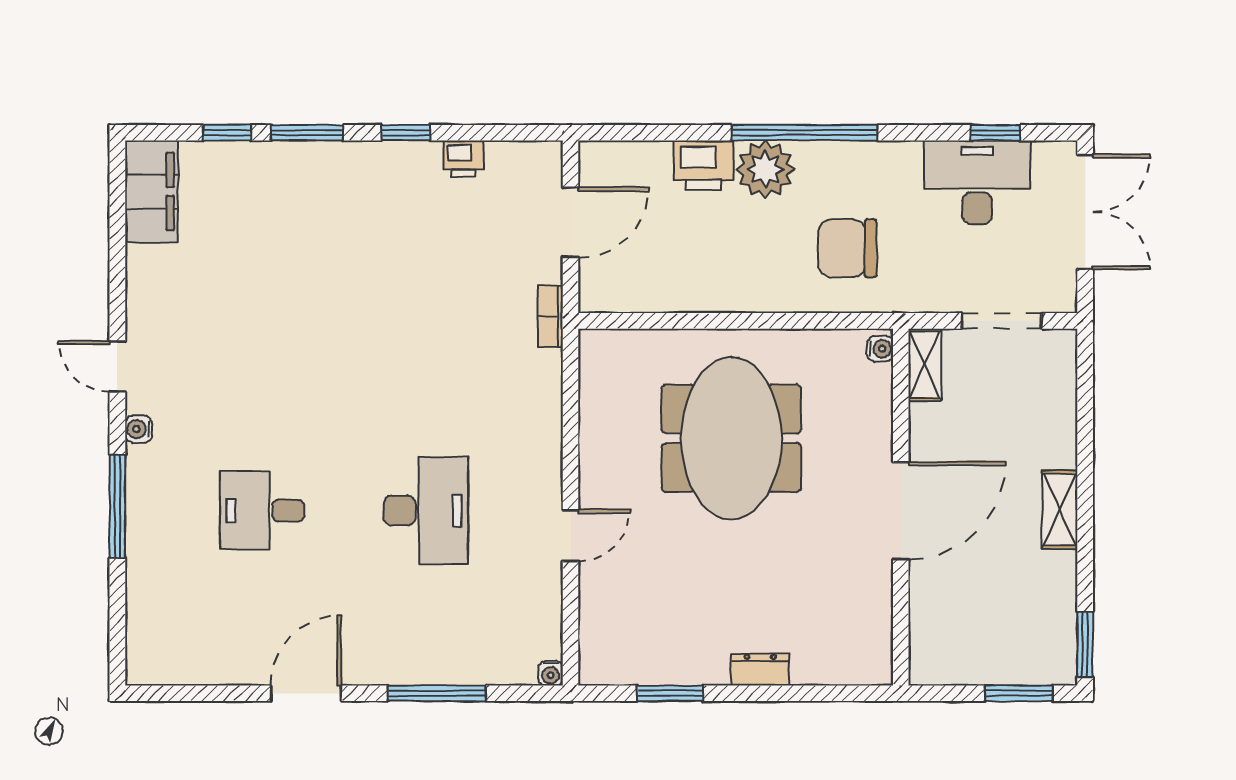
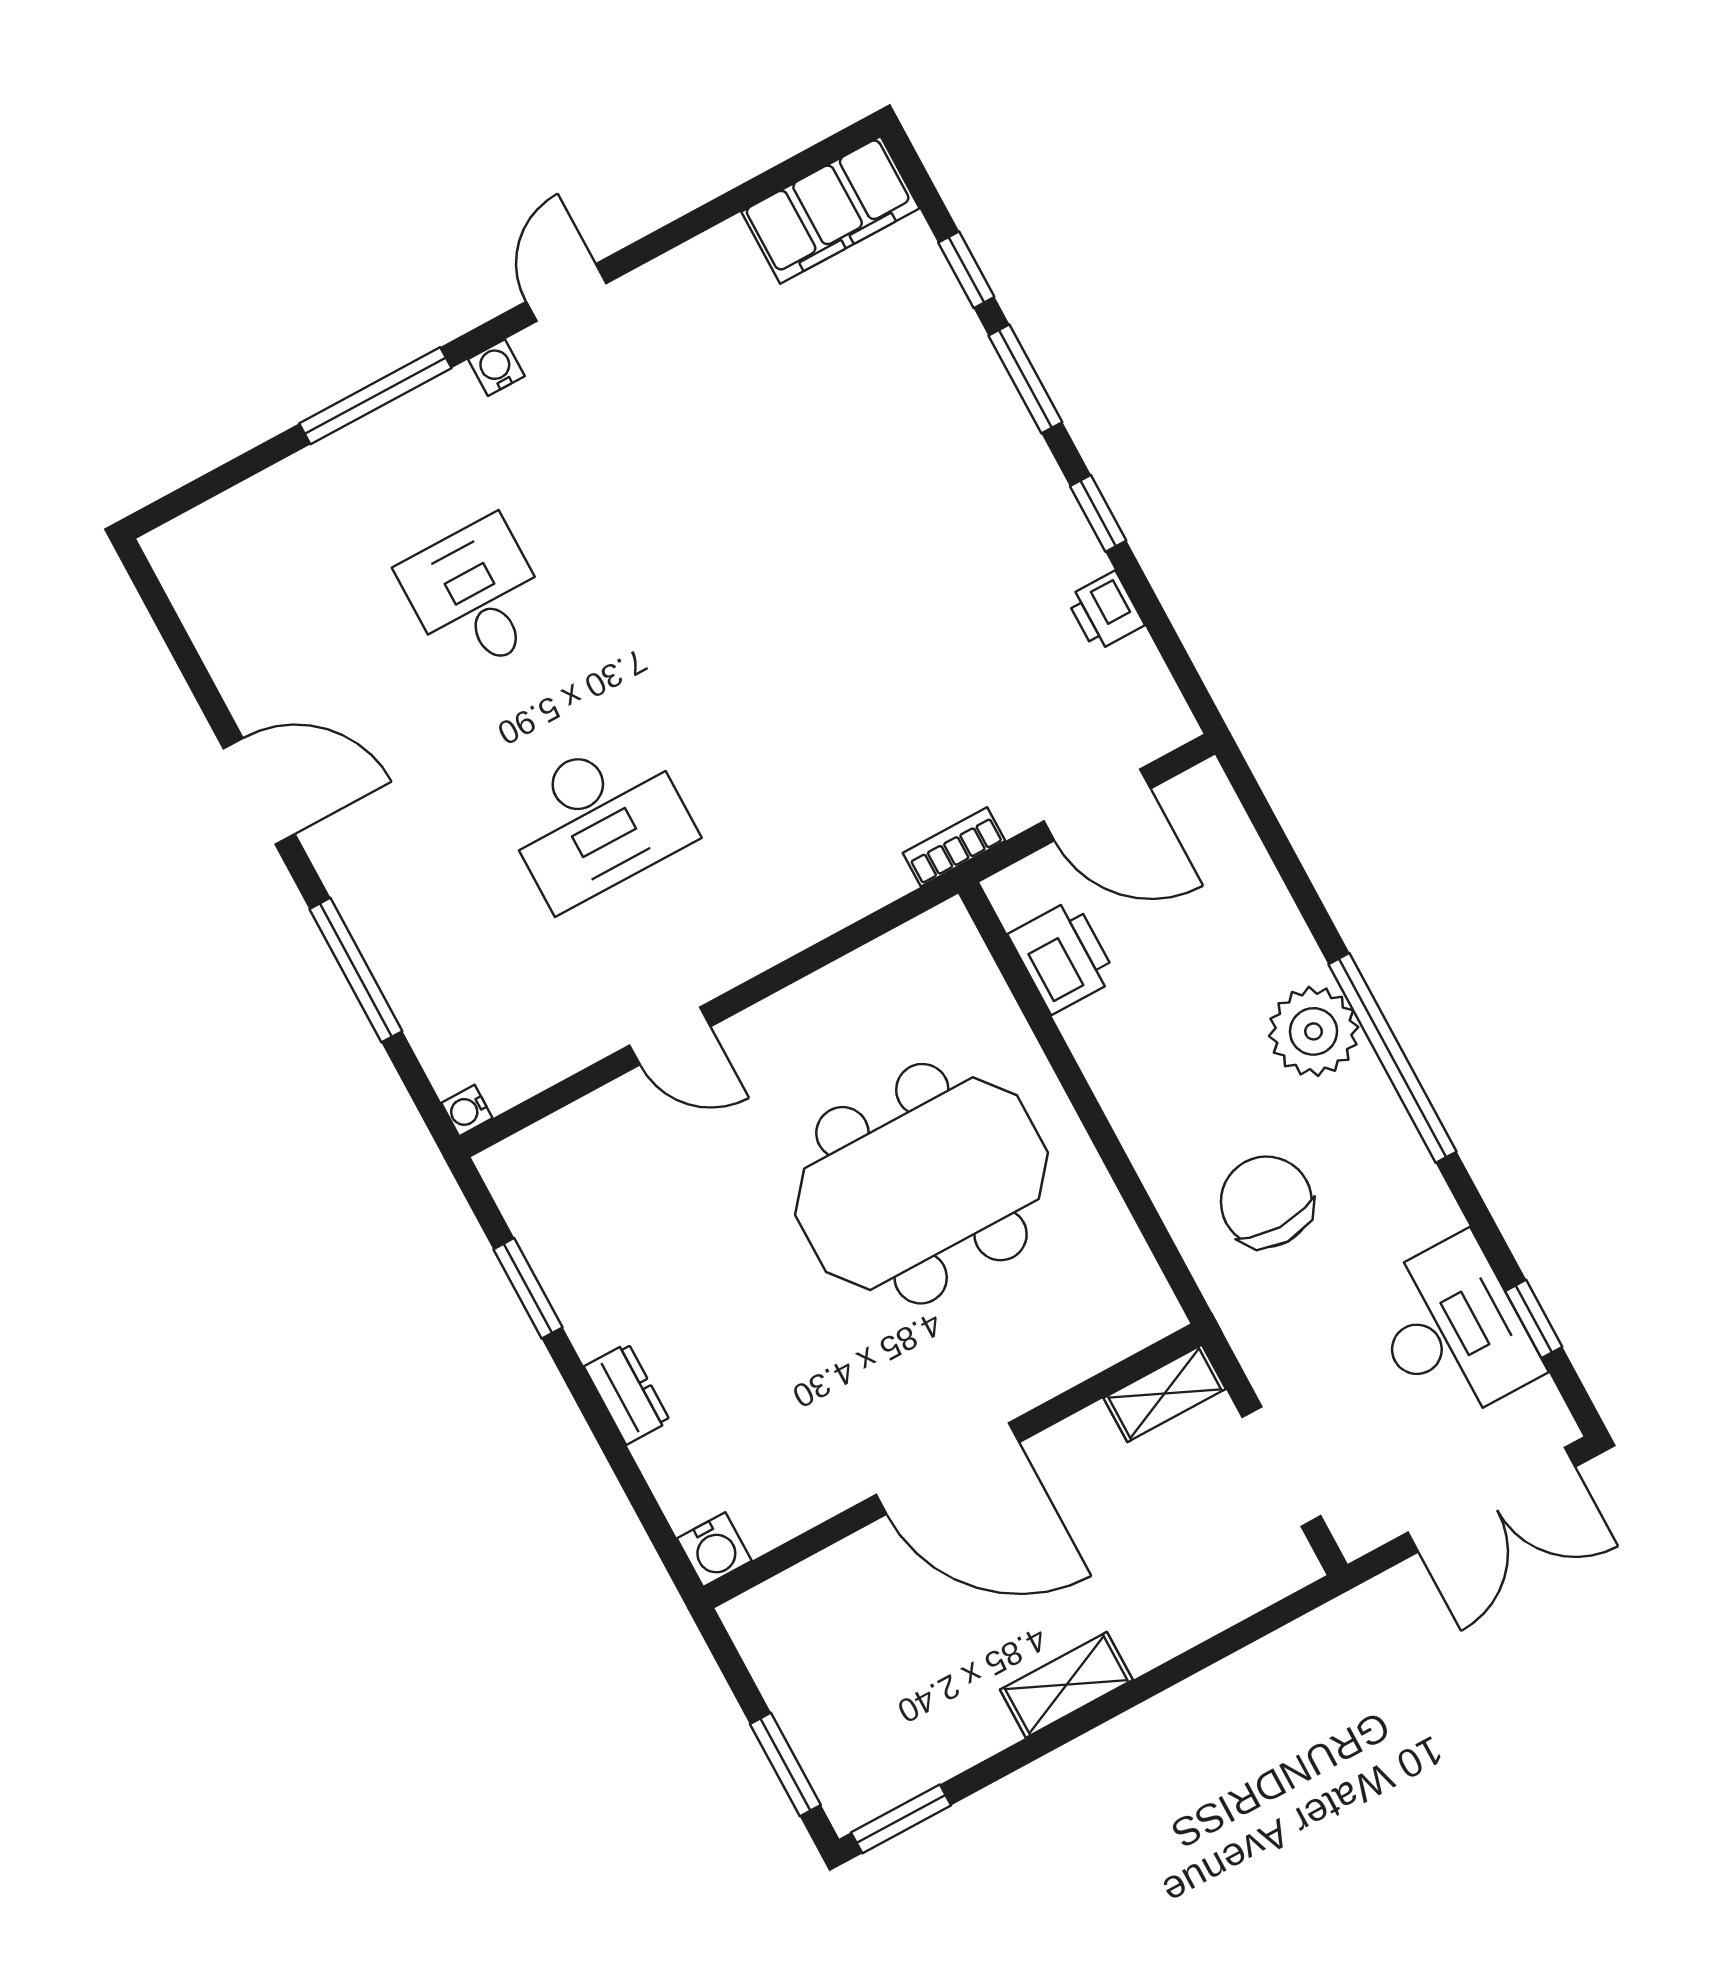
printer: (703, 165) -> (1063, 957), moved, turned 180
water cooler: (880, 349) -> (714, 1550), moved, width x1.38, depth x1.38

